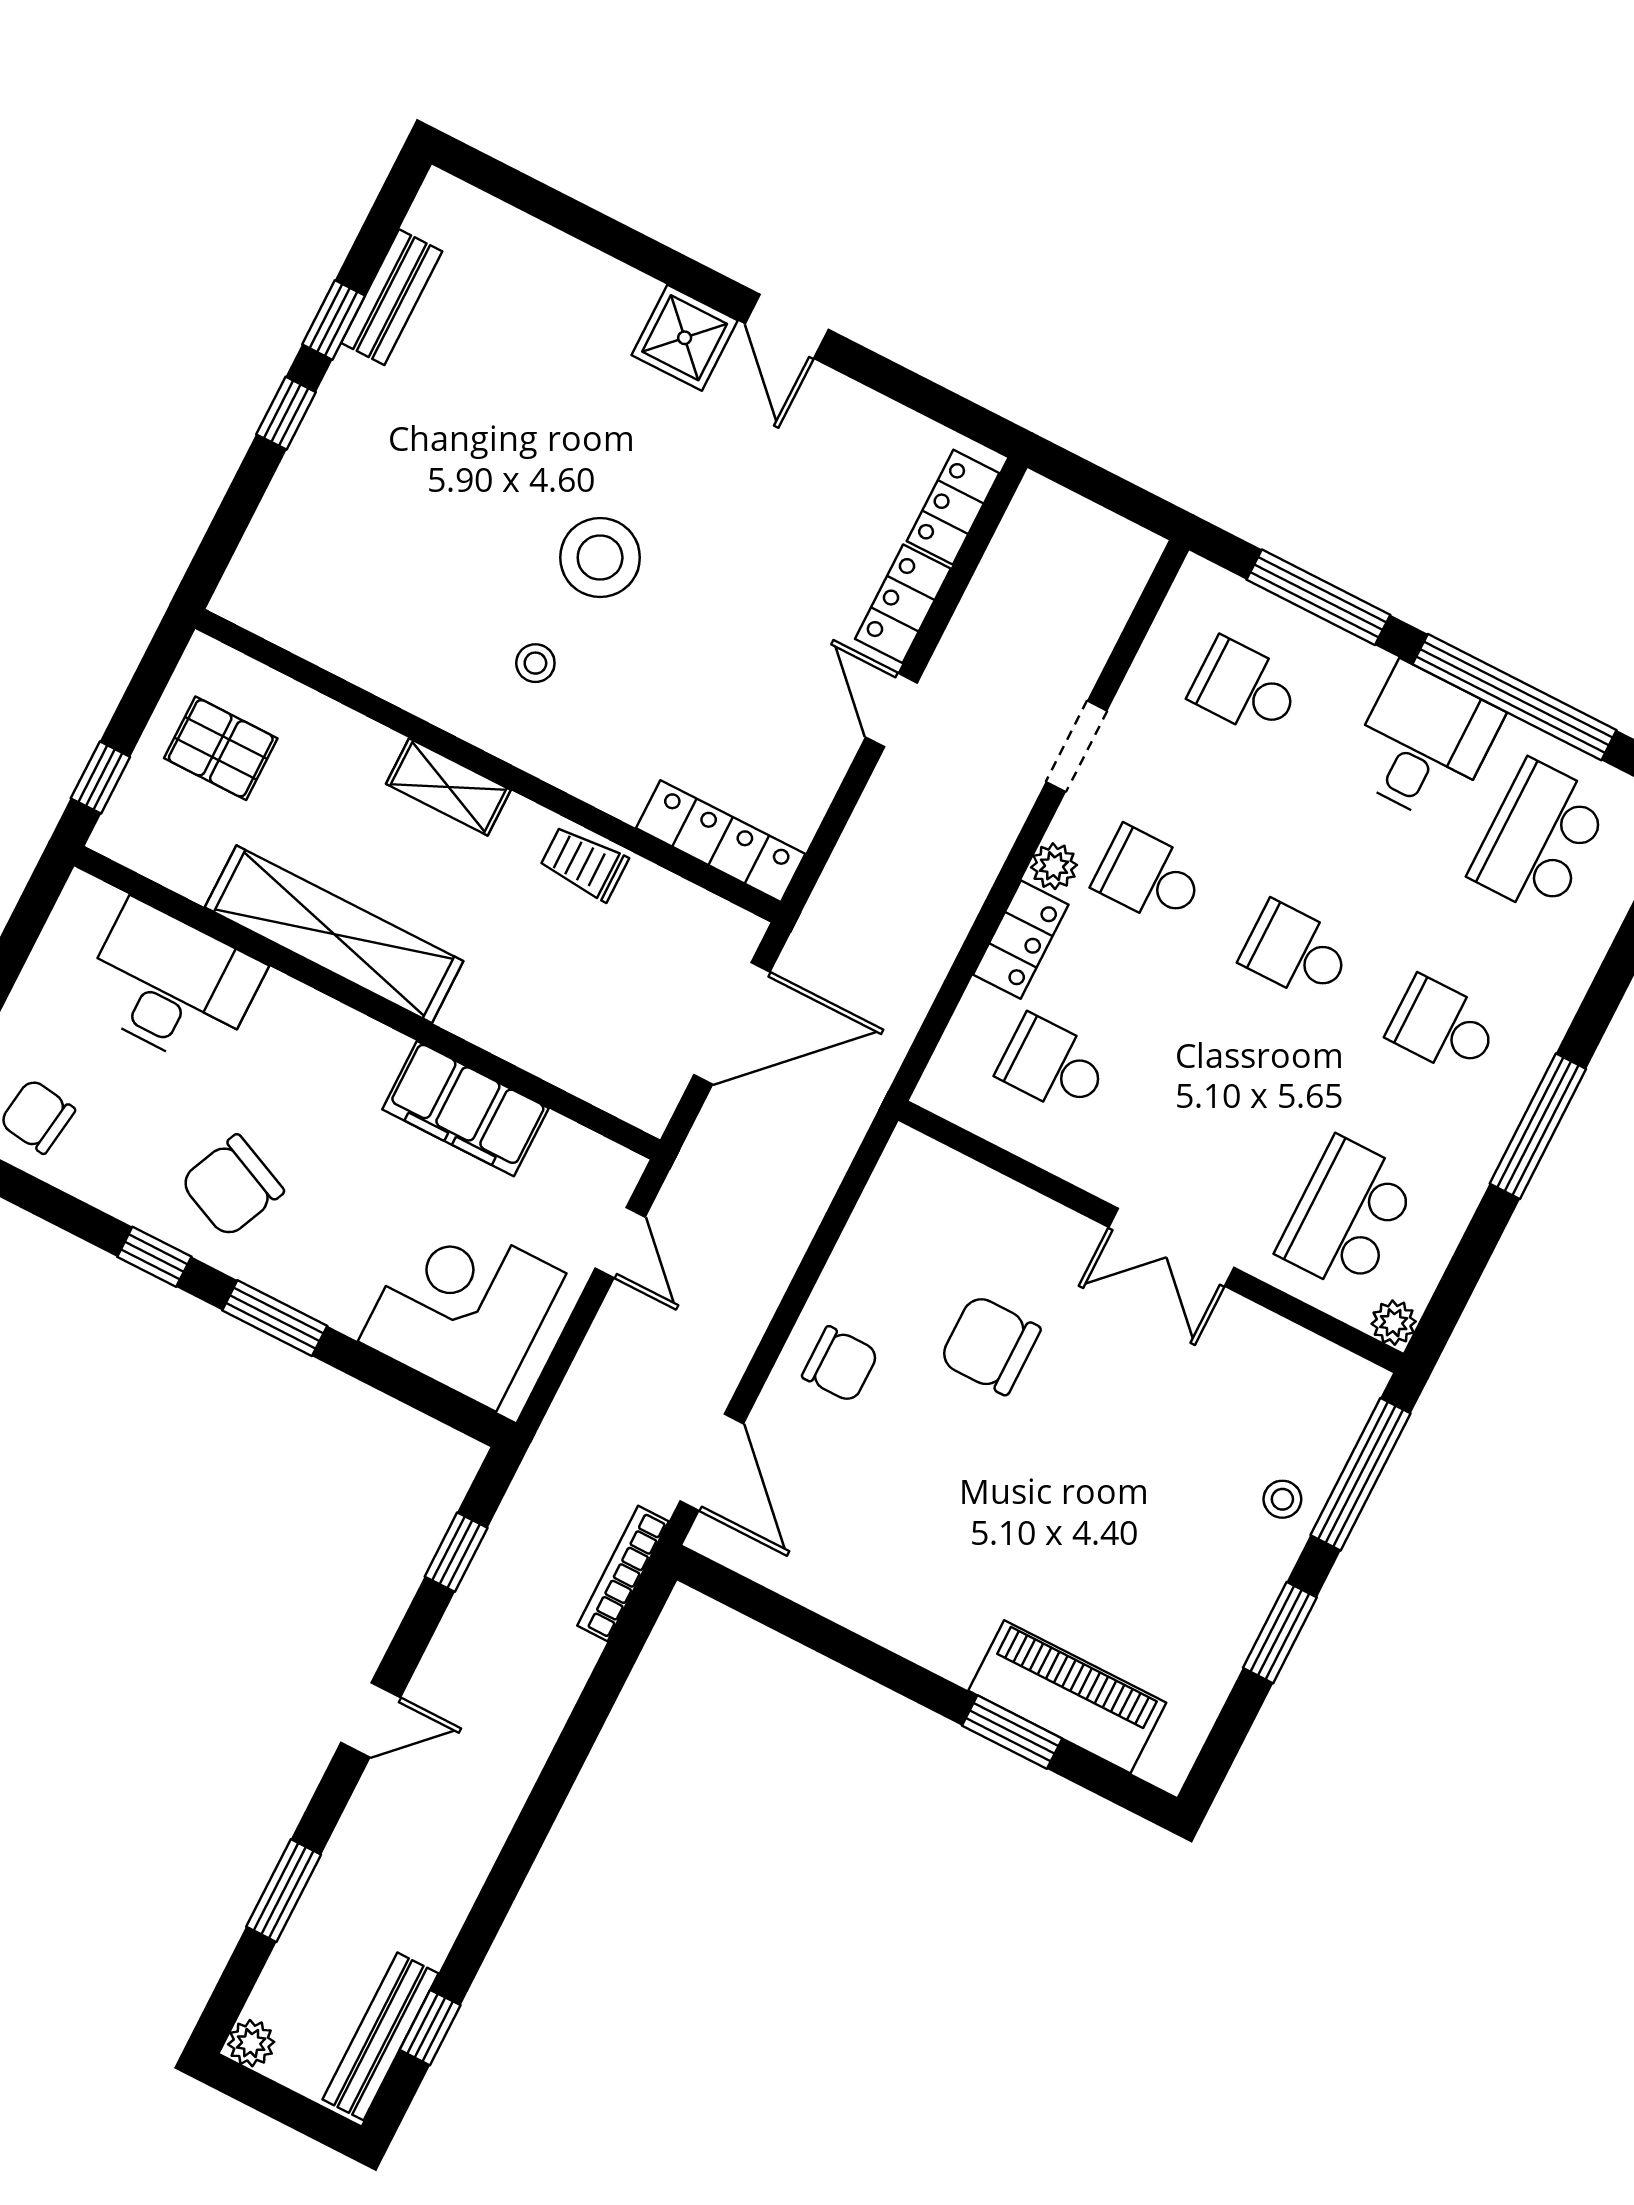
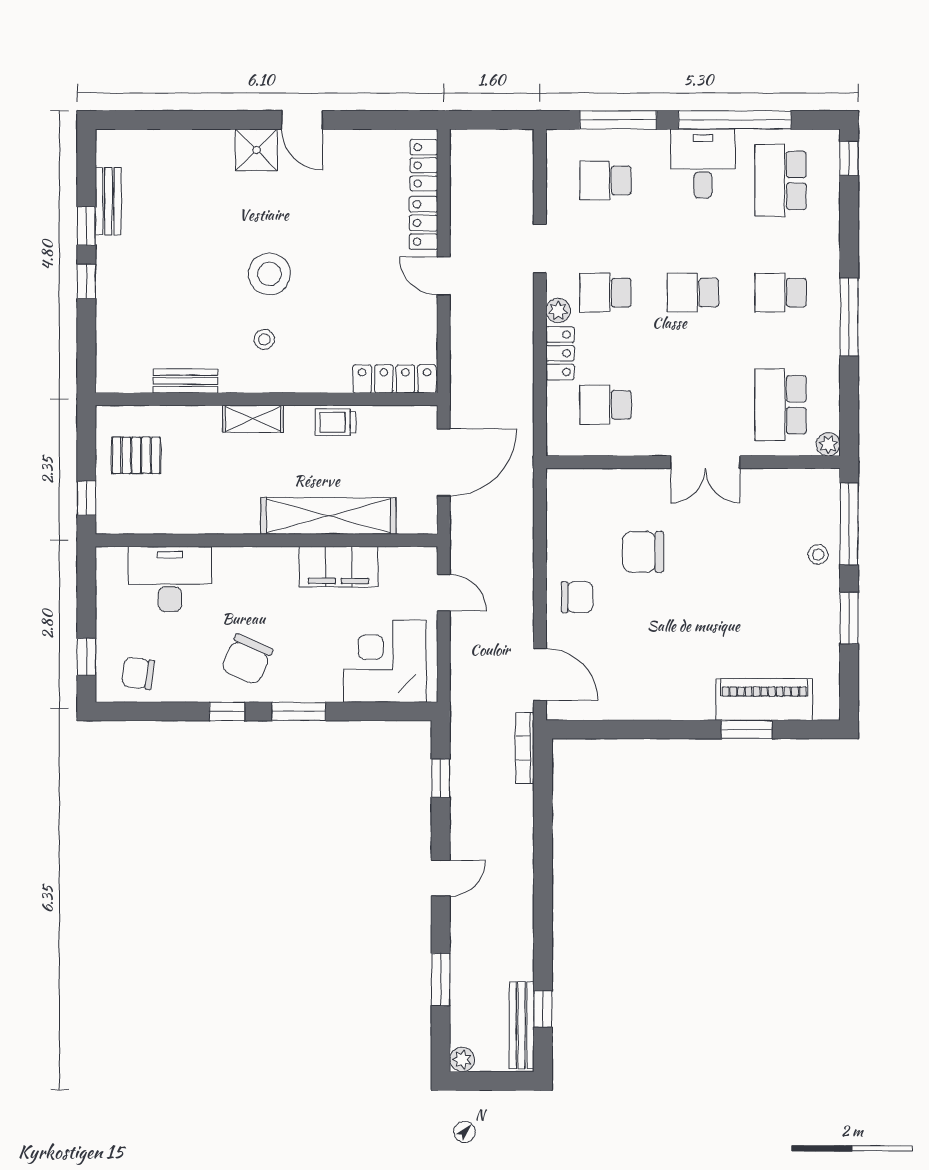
bench: (368, 665) -> (186, 381), added
shelving: (334, 934) -> (328, 516), moved

